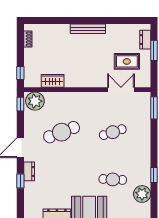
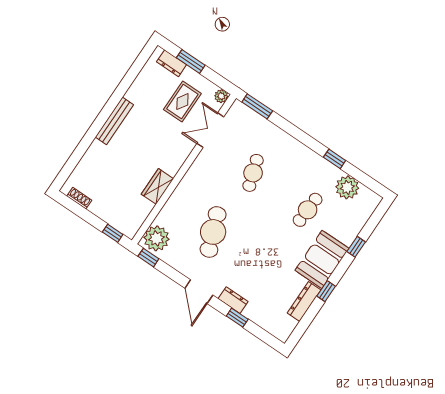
wardrobe: (53, 81) -> (157, 186), moved
plant: (146, 82) -> (221, 96), added

